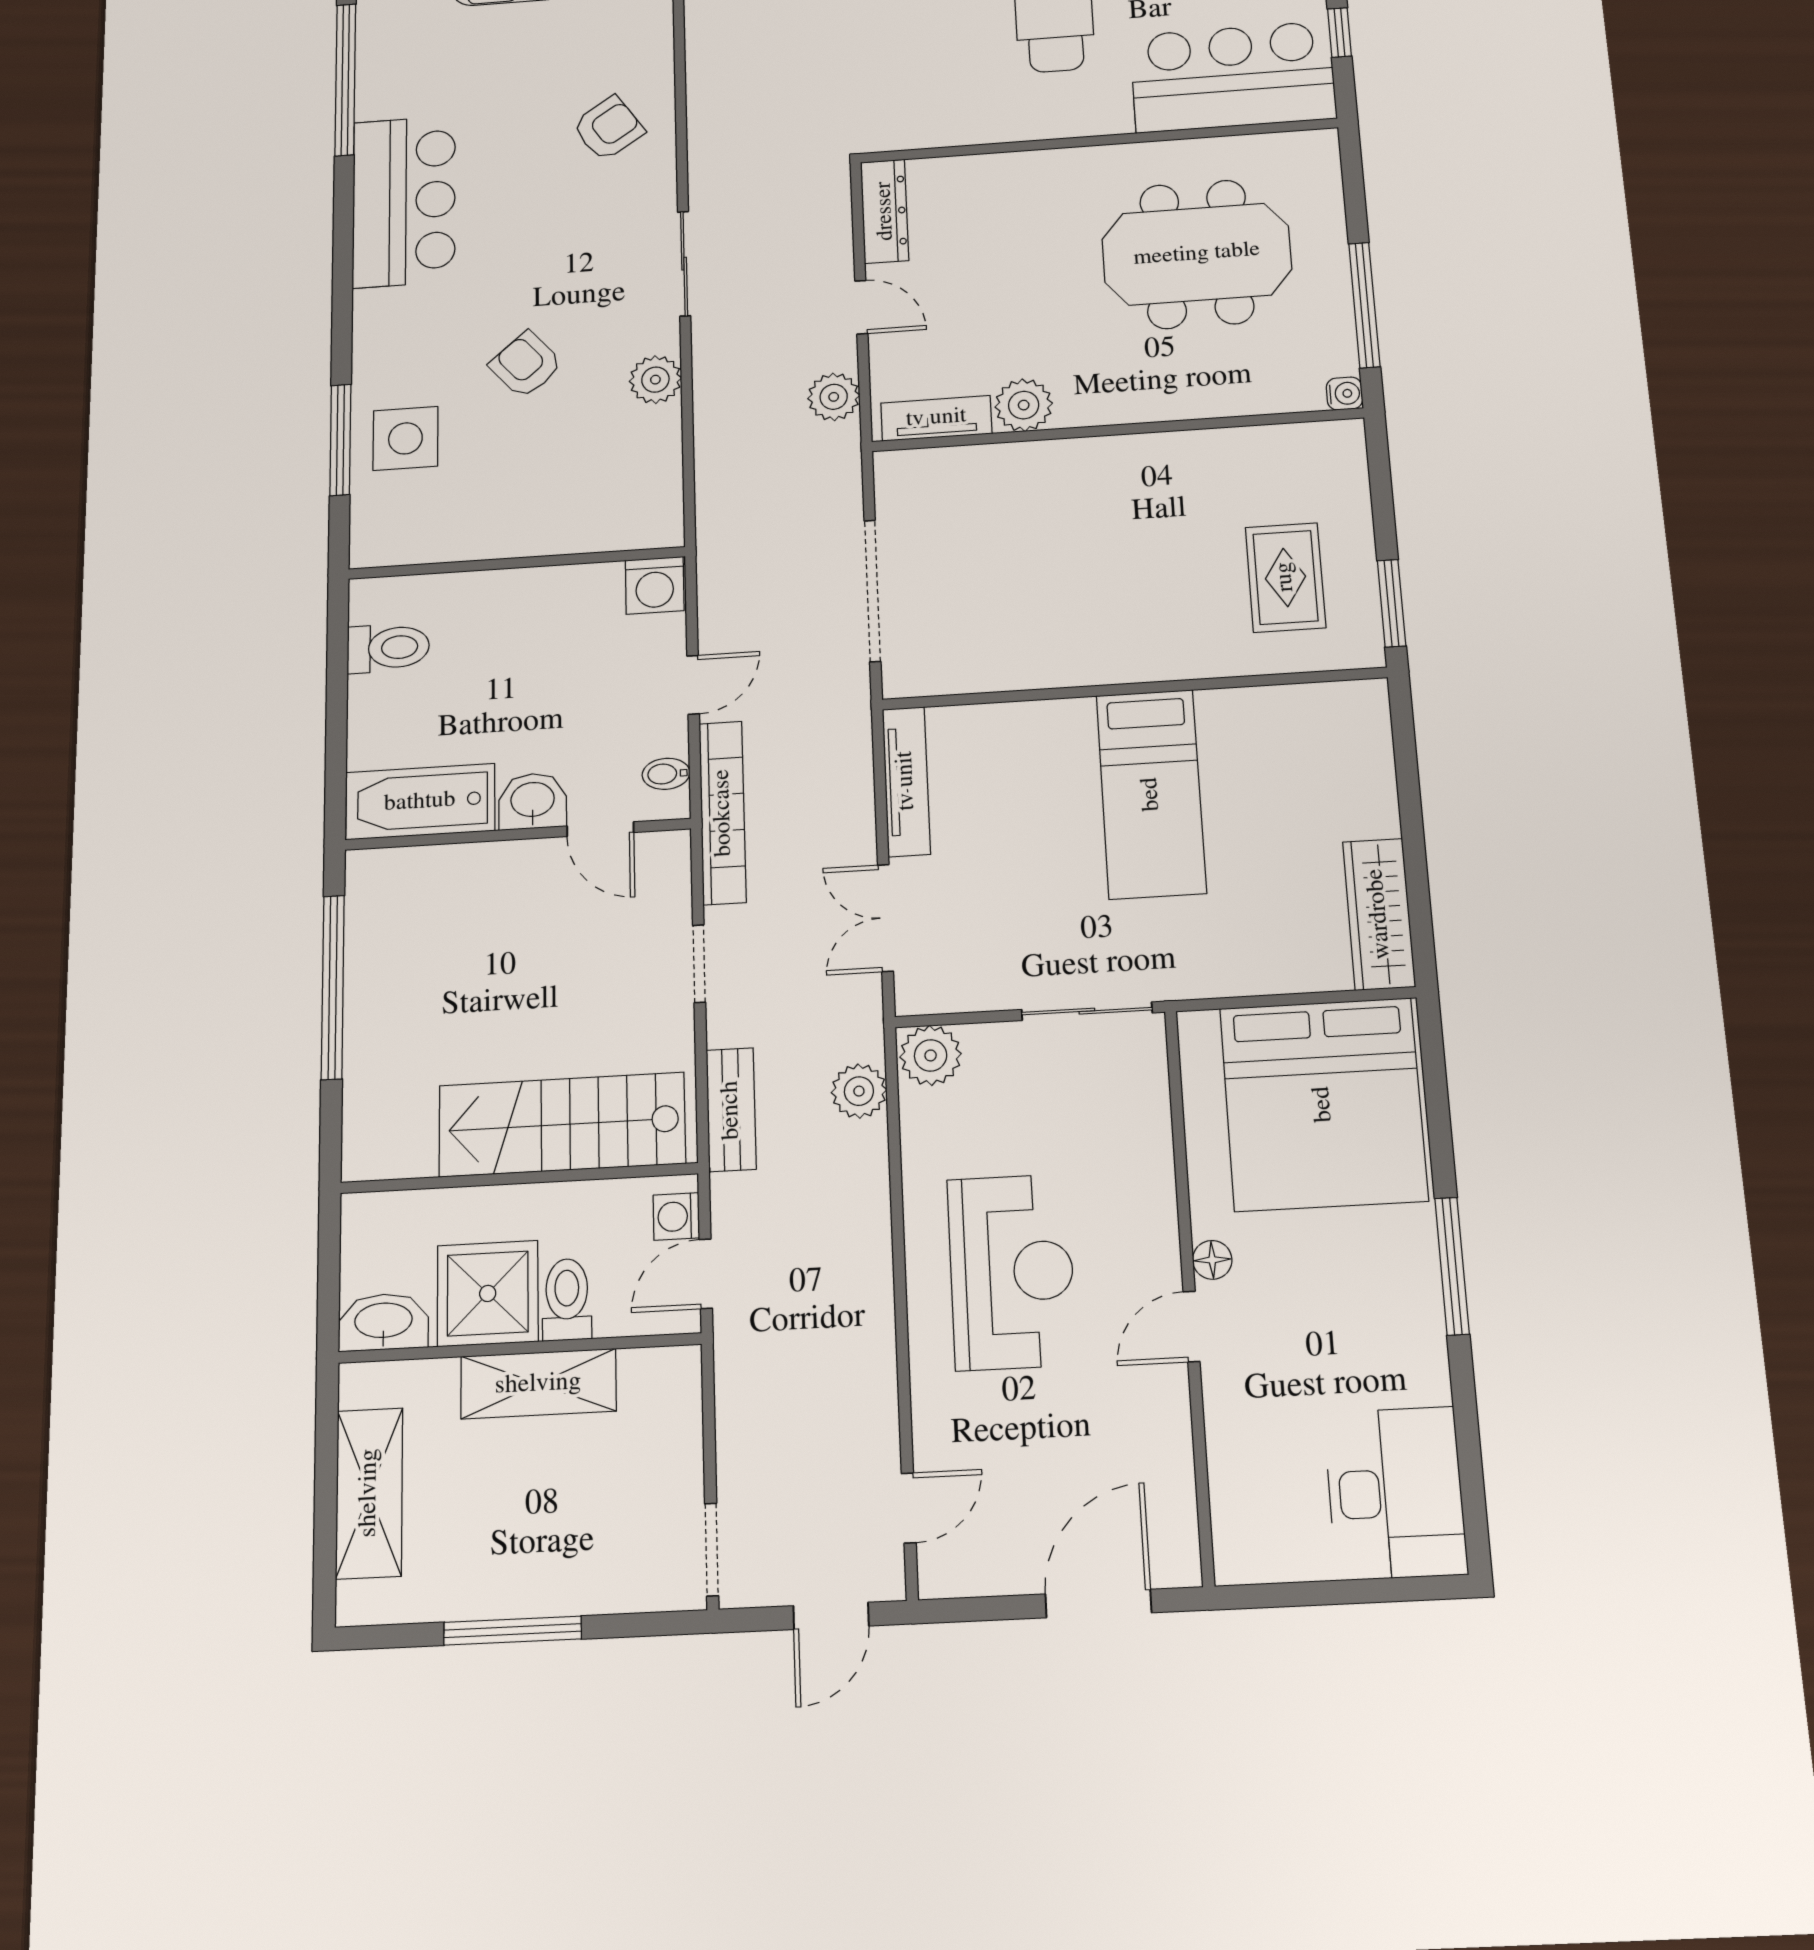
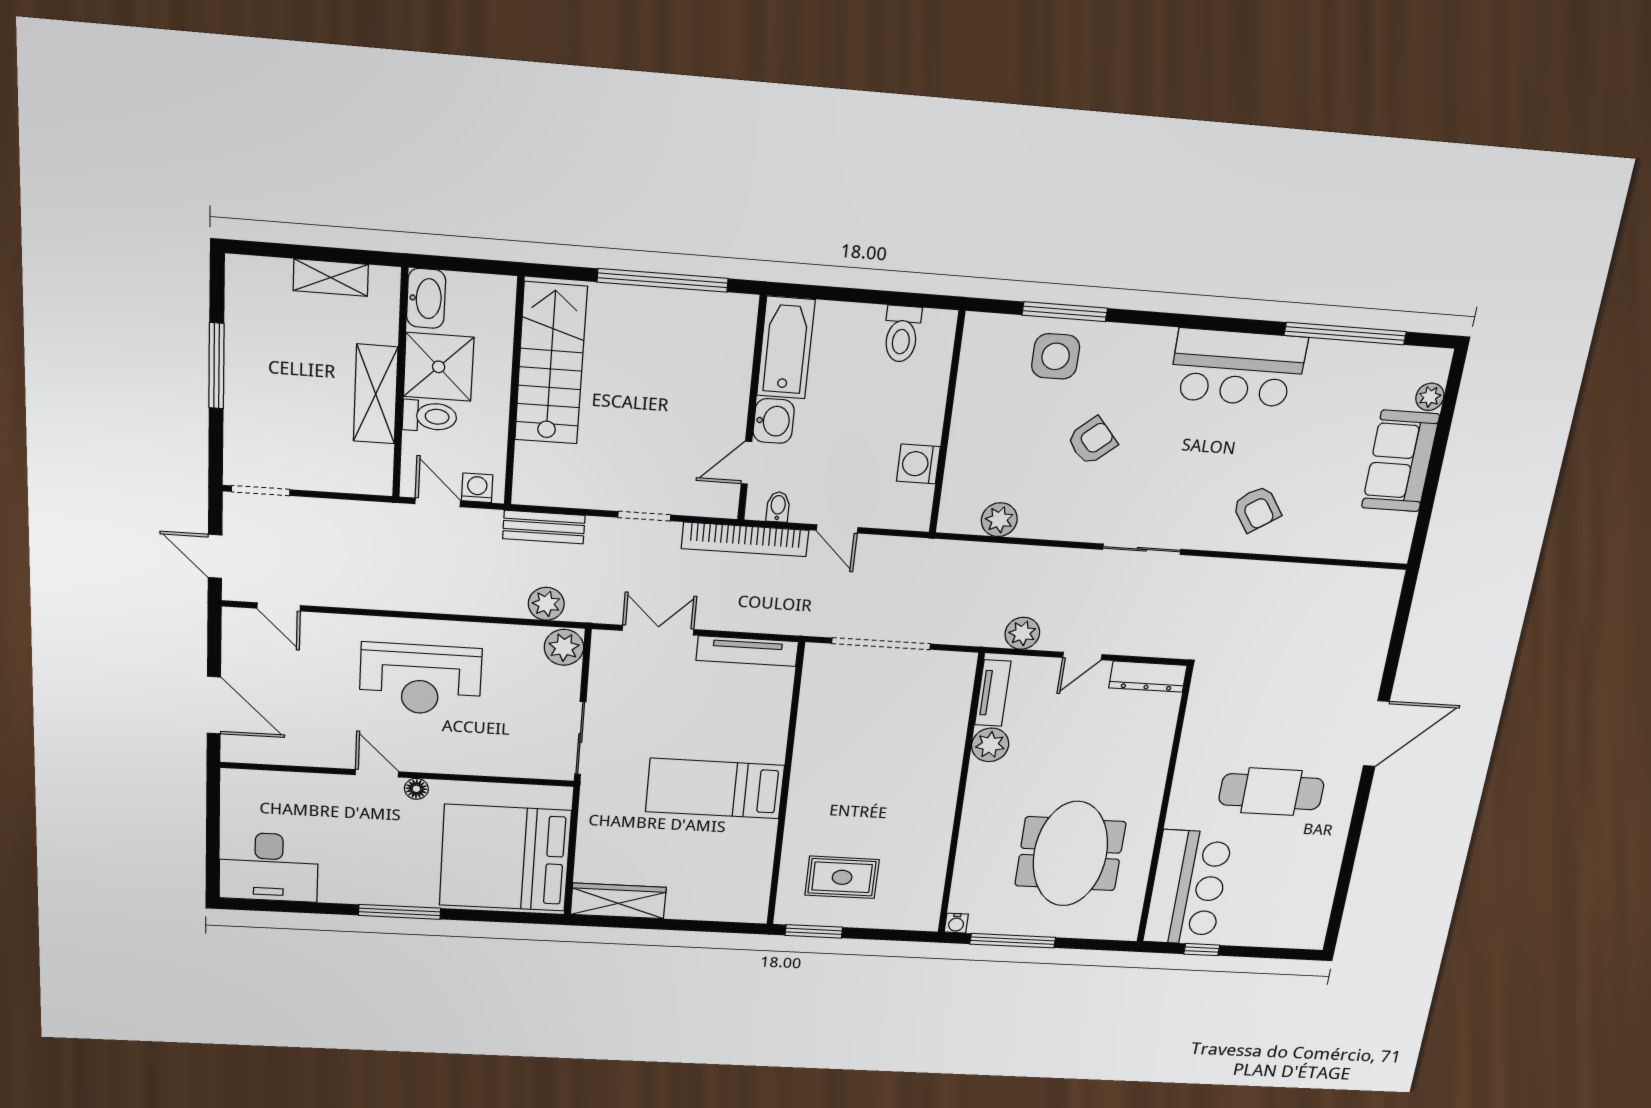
plant: (655, 380) -> (999, 520), moved
washing machine: (655, 585) -> (918, 464), moved
stairs: (562, 1125) -> (551, 364), moved
shelving: (369, 1493) -> (331, 278), width x0.67, depth x0.75

